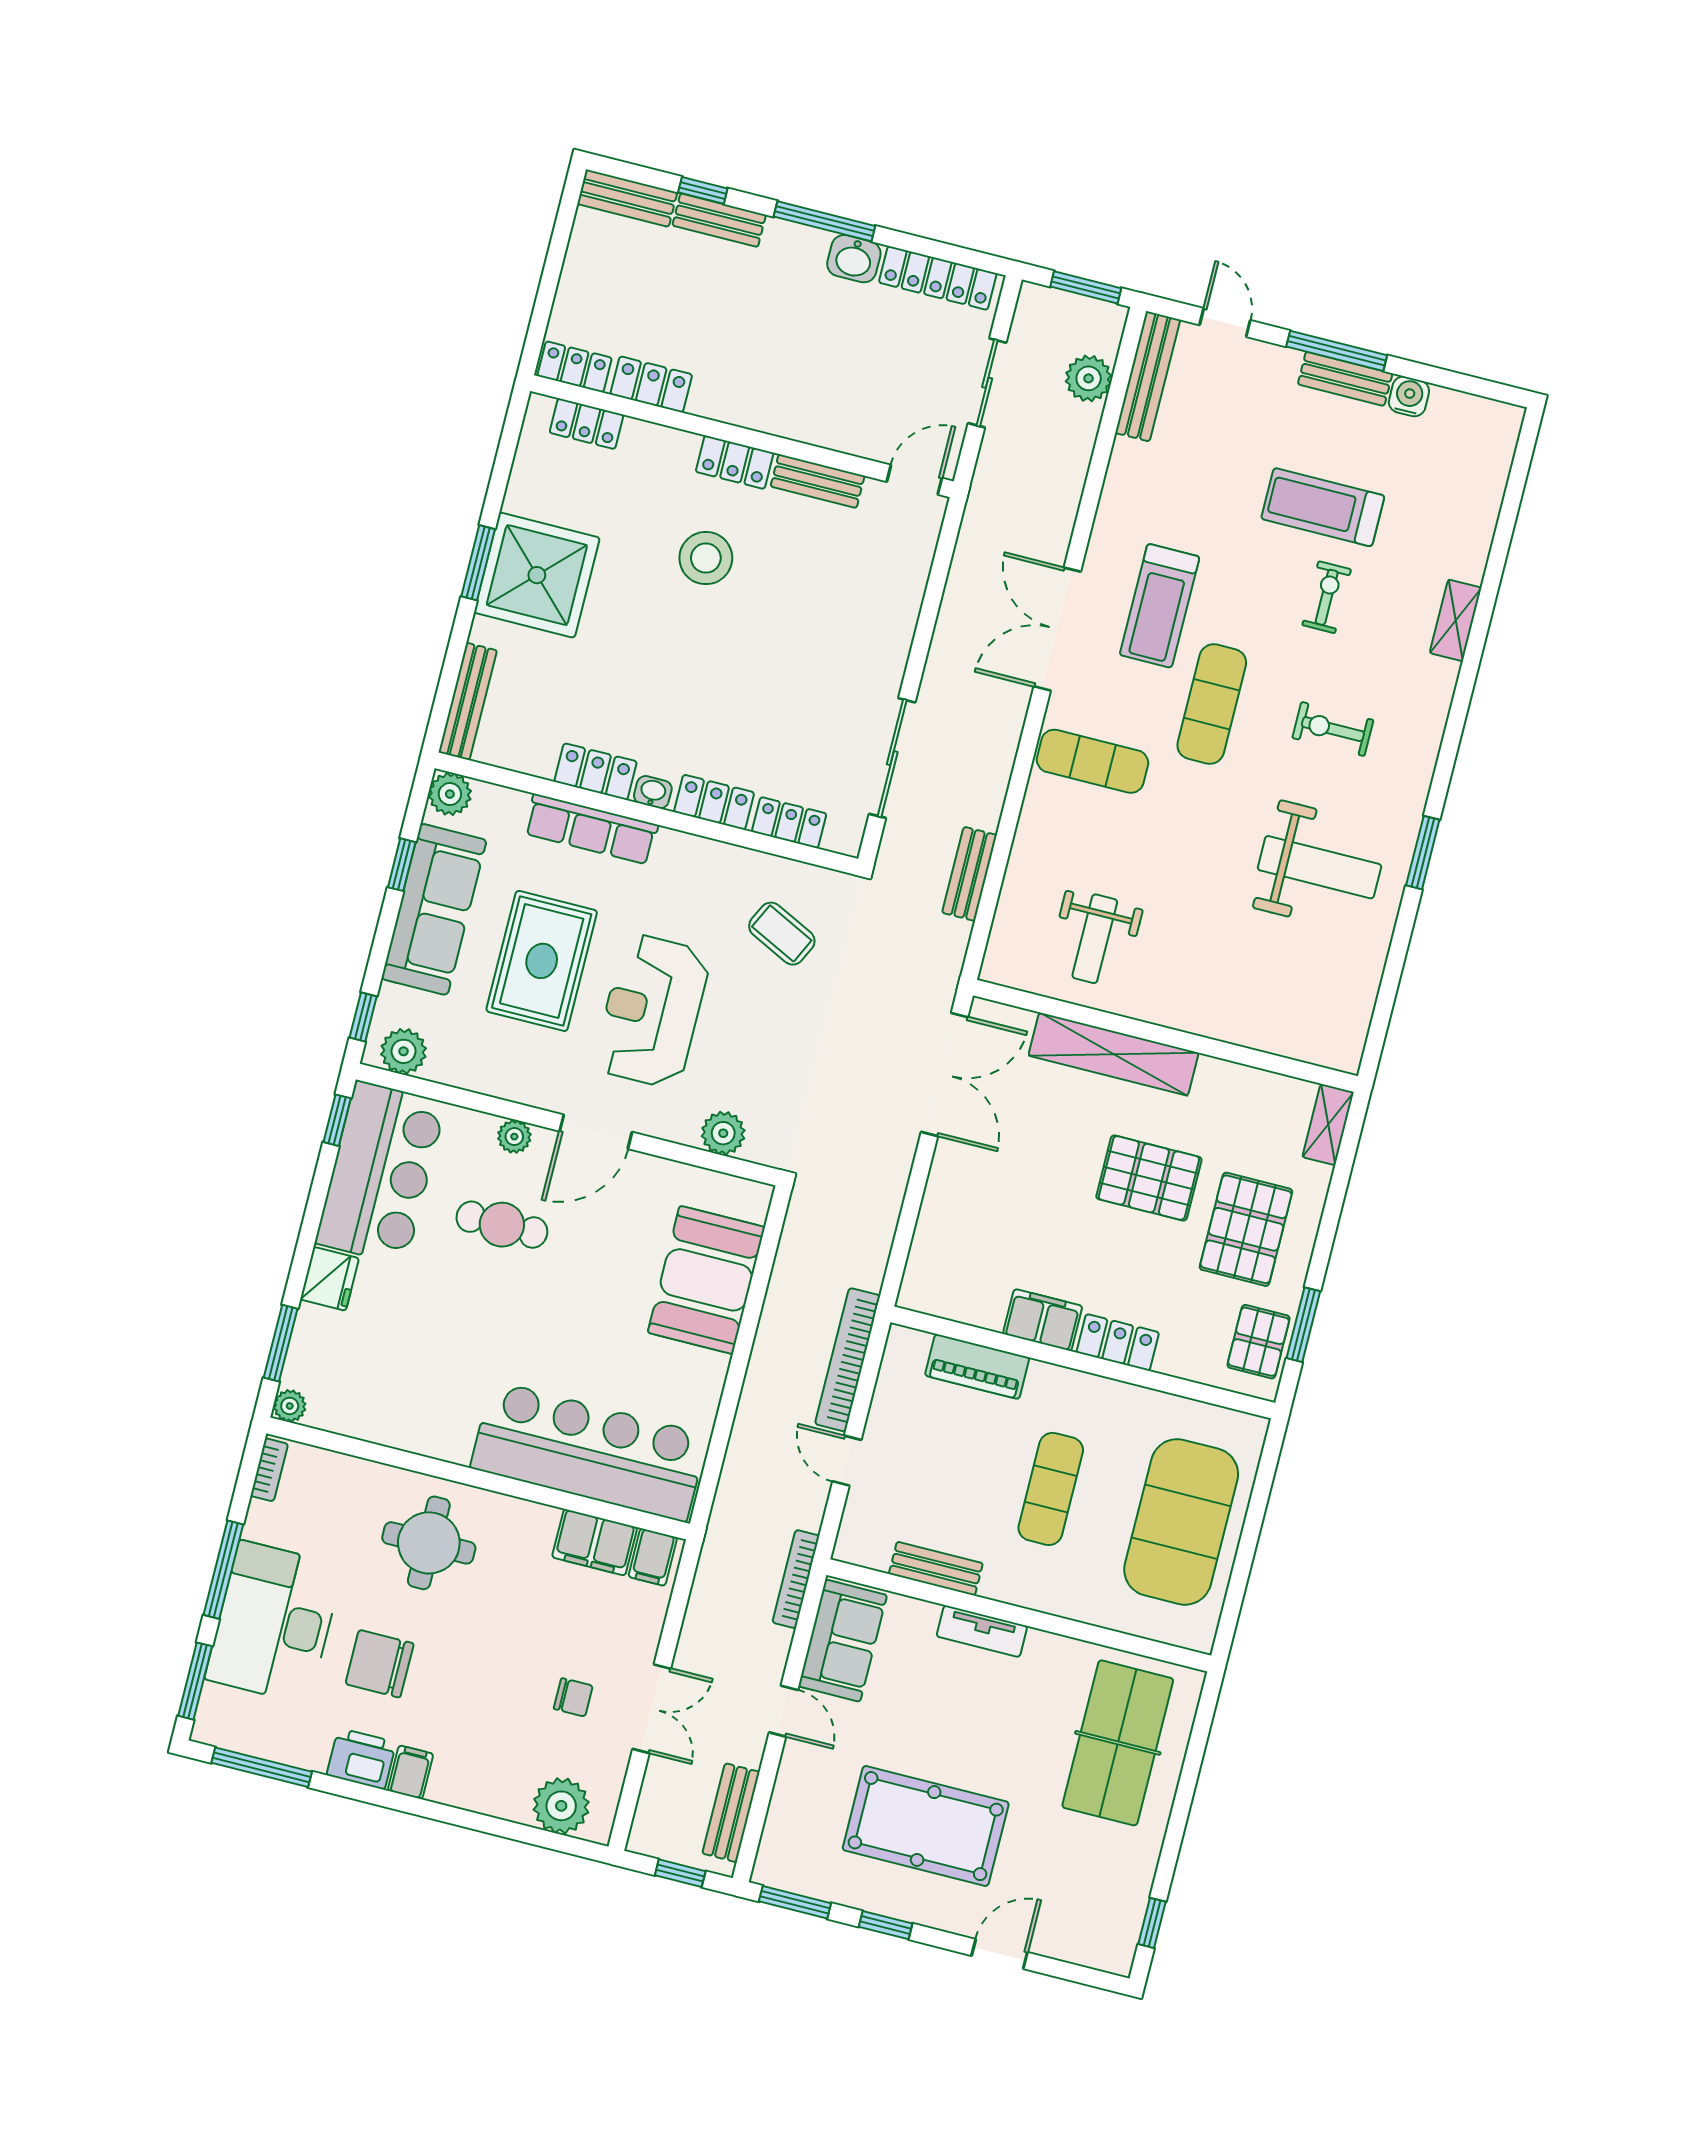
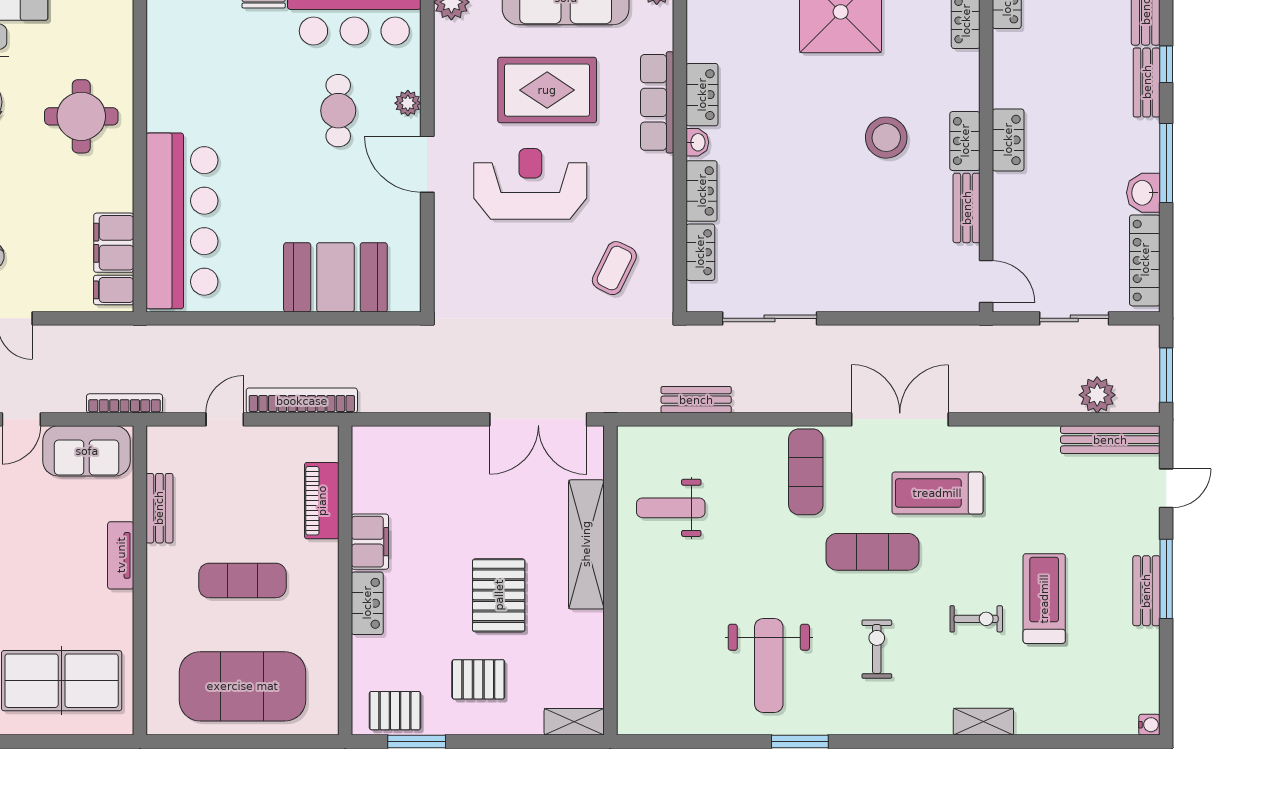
locker: (651, 384) -> (1008, 140), moved
water cooler: (1409, 396) -> (1149, 725), moved, width x0.72, depth x0.72
plant: (723, 1133) -> (451, 262), removed
pallet: (1246, 1229) -> (478, 679), width x0.67, depth x0.71

